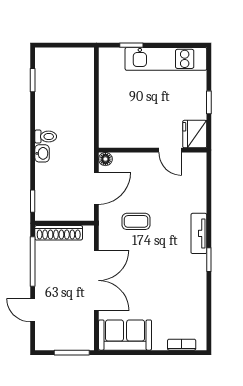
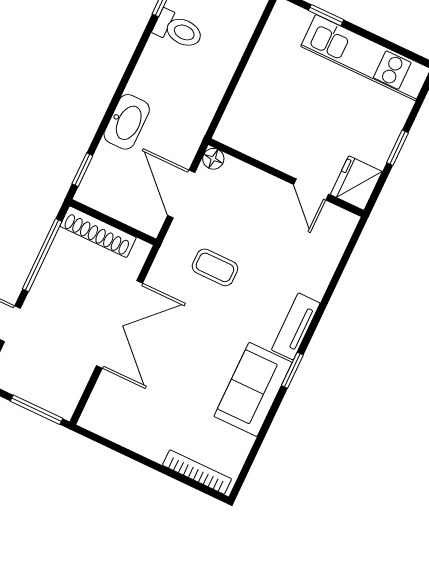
toilet: (46, 137) -> (178, 30), moved, width x1.37, depth x1.39
washbasin: (42, 153) -> (127, 122), width x1.91, depth x1.45
door: (96, 188) -> (181, 194), swing flipped
sofa: (125, 335) -> (253, 389), moved, turned -90
bookcase: (182, 345) -> (197, 472), width x1.56

